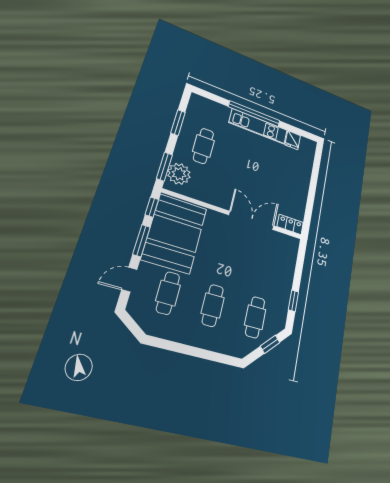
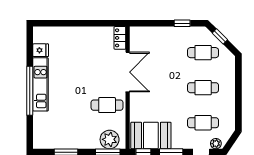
cafe table: (203, 146) -> (107, 105), moved
double door: (252, 220) -> (128, 72), swing flipped
booth: (175, 234) -> (151, 135), width x0.73, depth x0.70
plant: (135, 303) -> (216, 144), added

